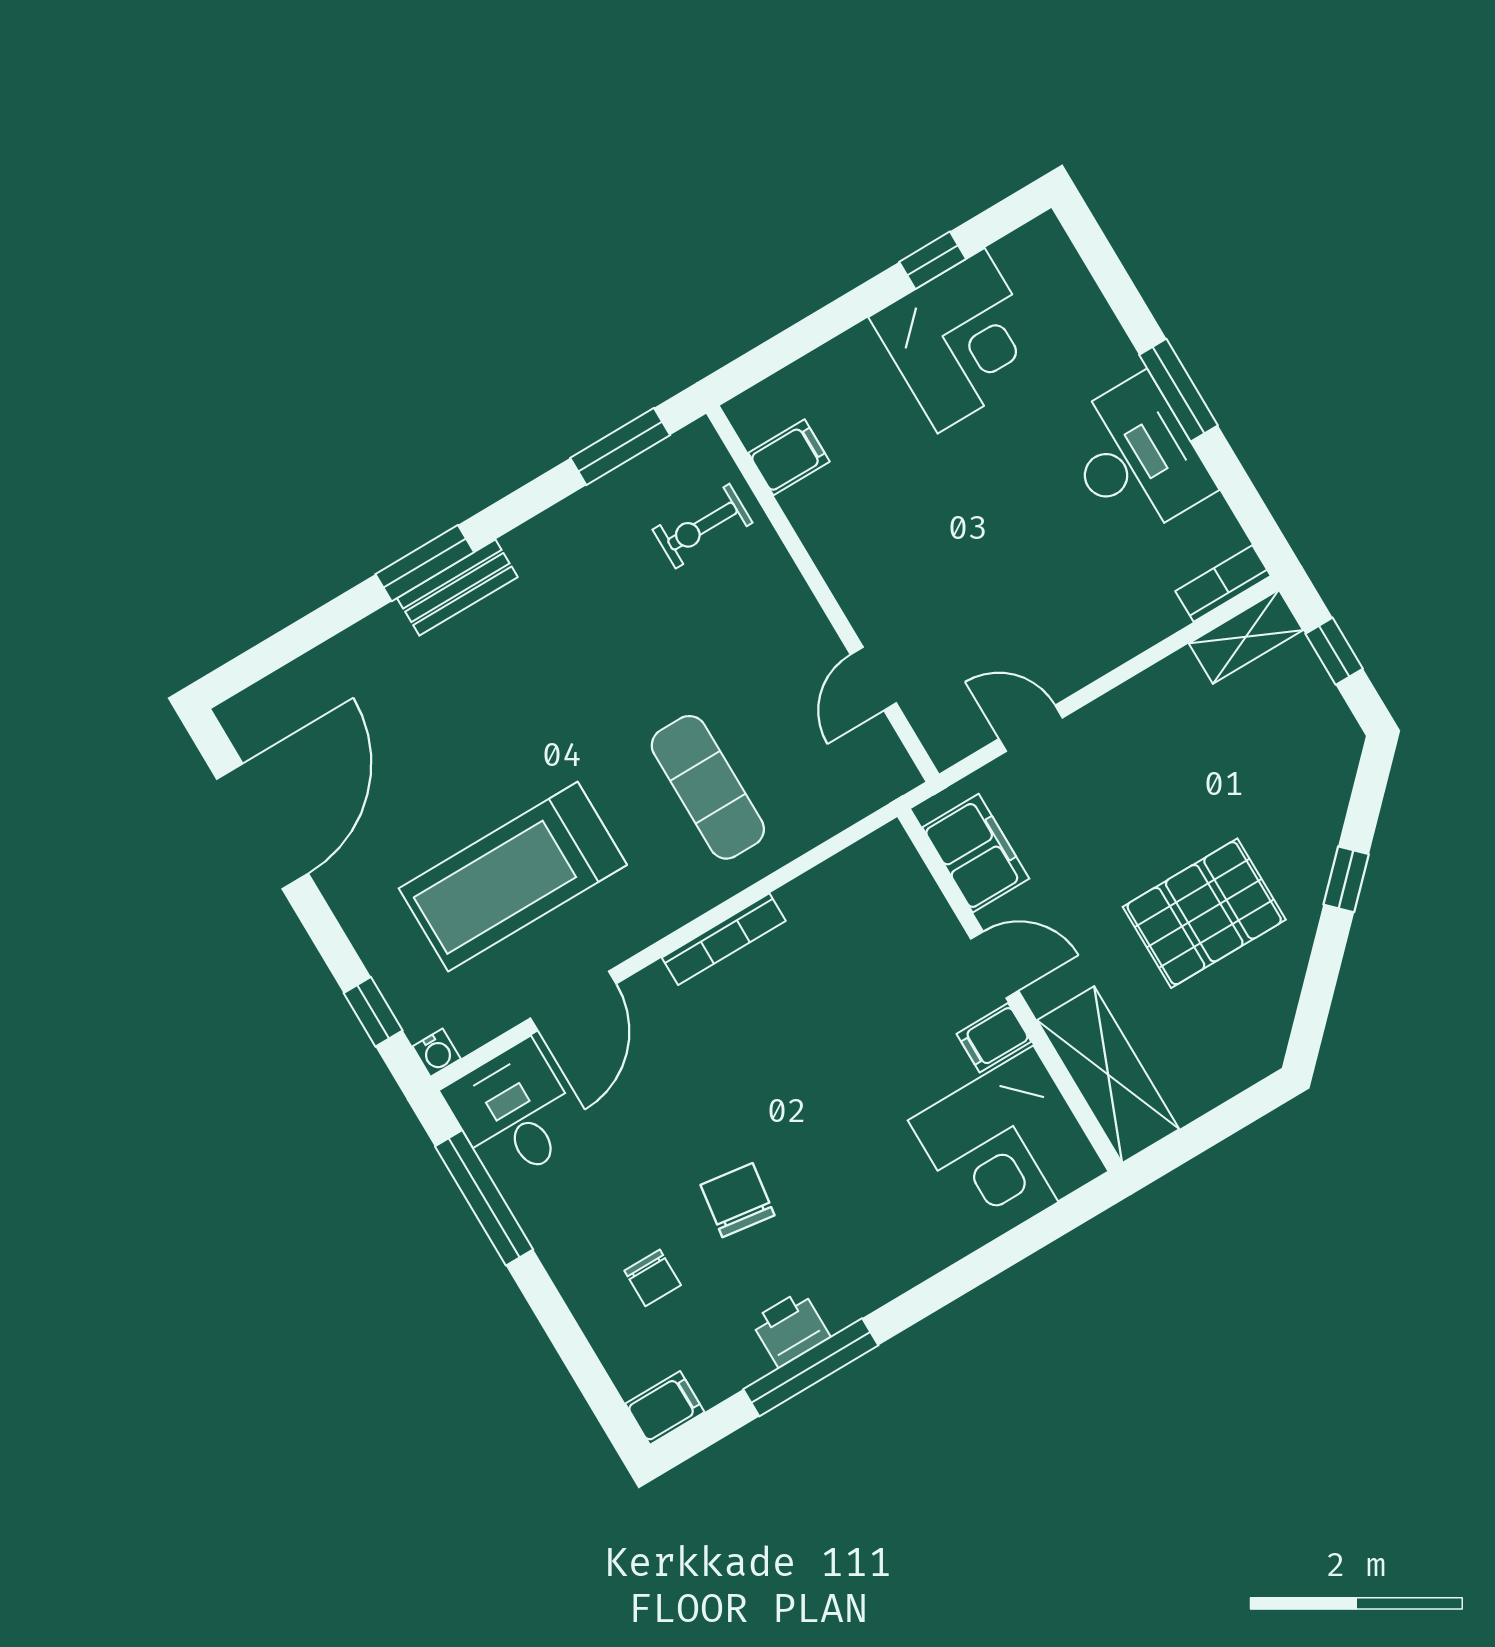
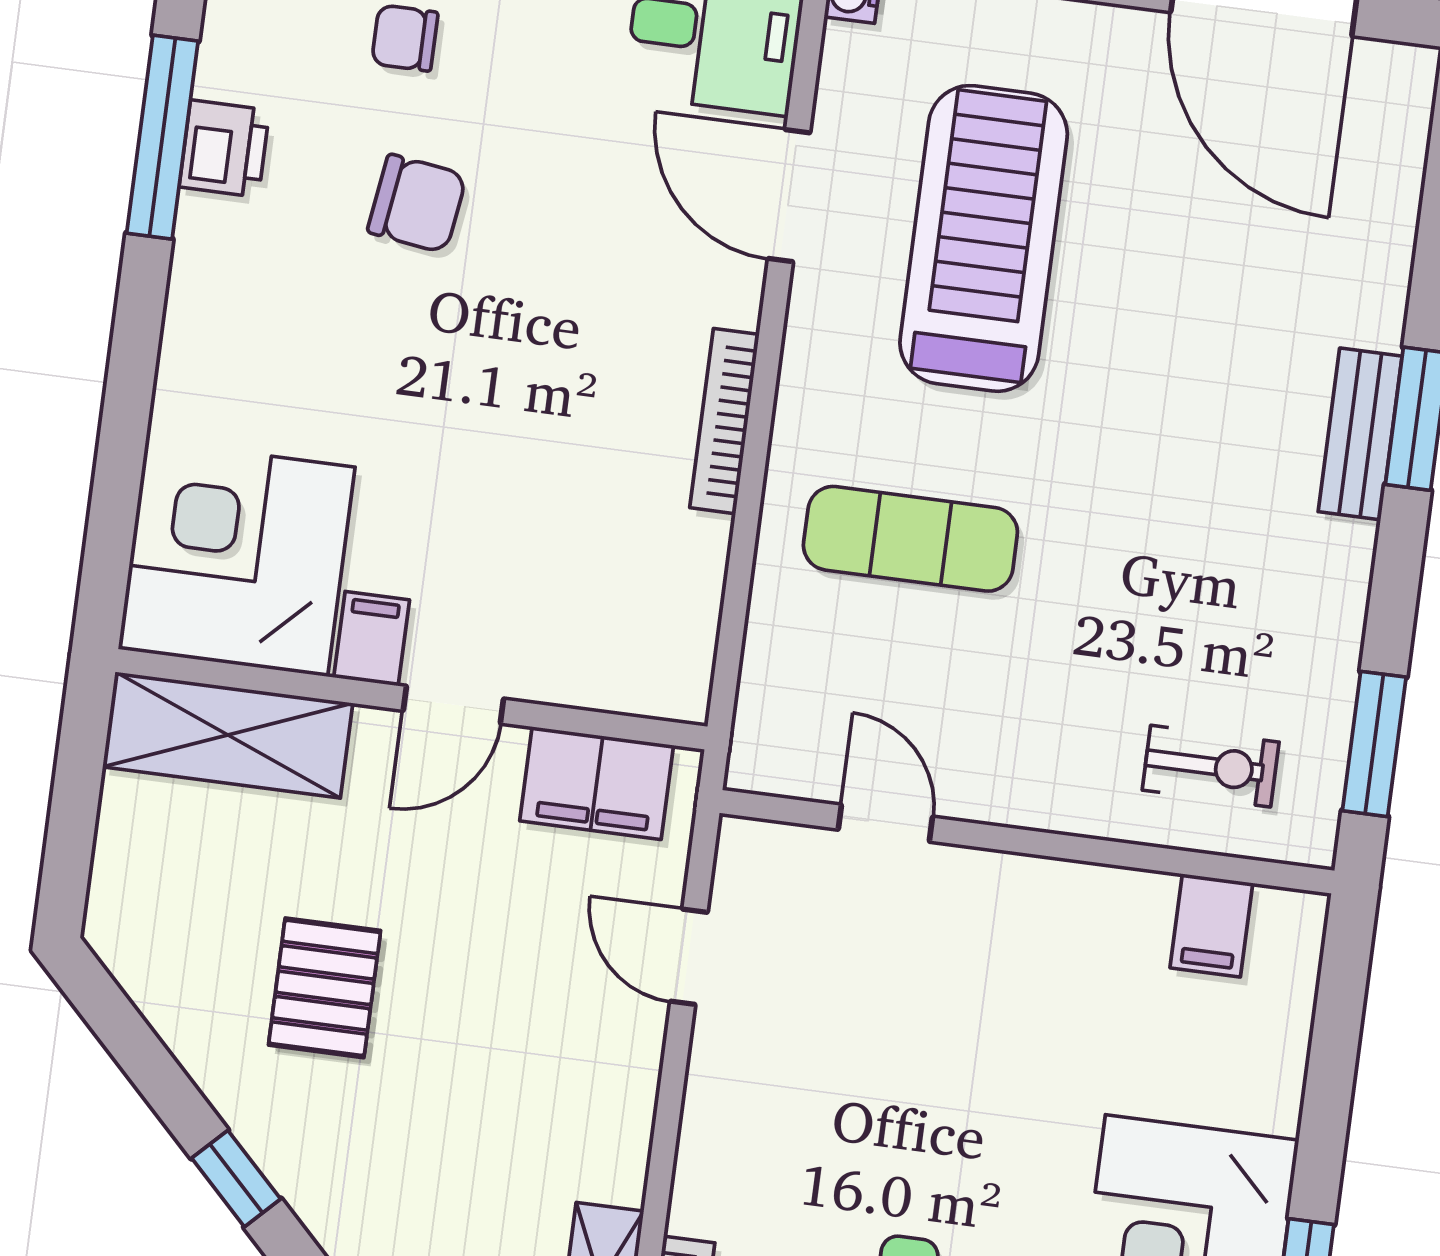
exercise bike: (703, 526) -> (1211, 766), turned 90
door: (1031, 728) -> (689, 957), swing flipped
pallet: (1204, 913) -> (325, 988), width x0.67, depth x0.71

